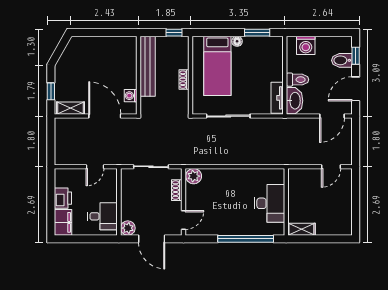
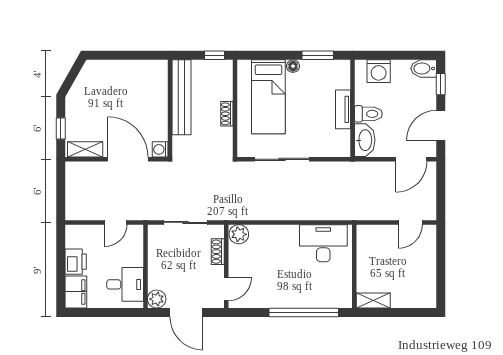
bidet: (342, 60) -> (424, 68), moved
washing machine: (131, 96) -> (160, 149), moved
tv unit: (277, 98) -> (343, 109), moved
desk: (270, 203) -> (323, 243), moved, turned -90

